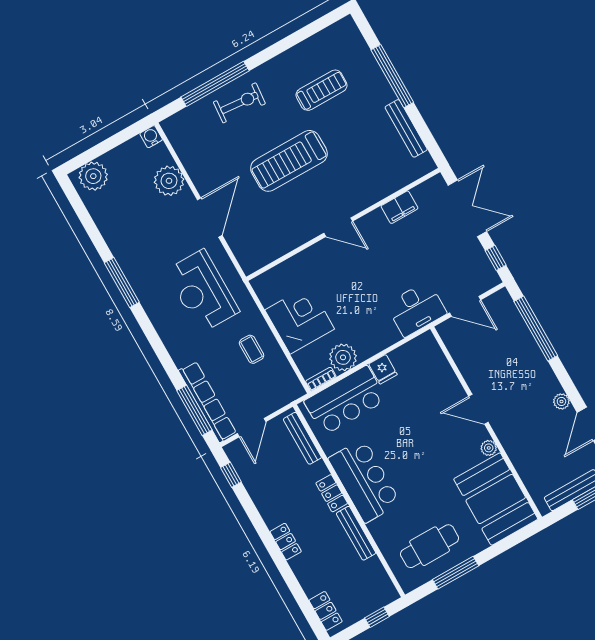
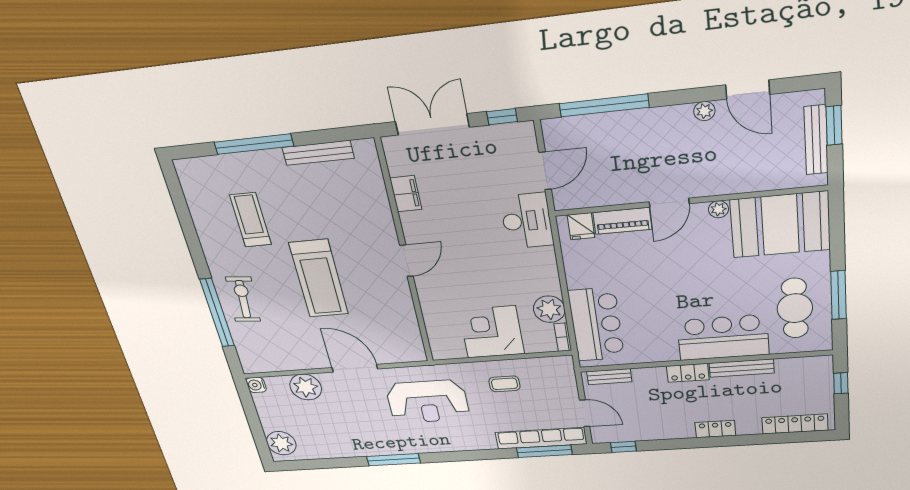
fridge: (383, 369) -> (581, 226), moved, turned 90
piano: (448, 381) -> (622, 221), added
bench: (302, 438) -> (609, 377), width x0.73
bar counter: (364, 481) -> (723, 338), moved
locker: (326, 611) -> (795, 424), width x1.53

